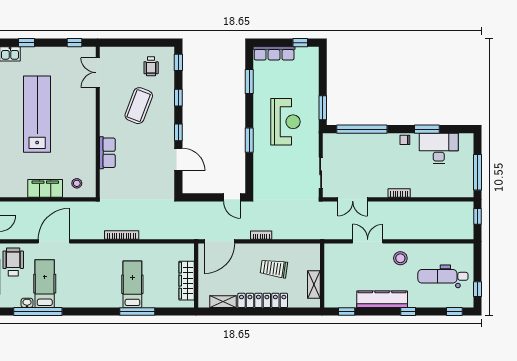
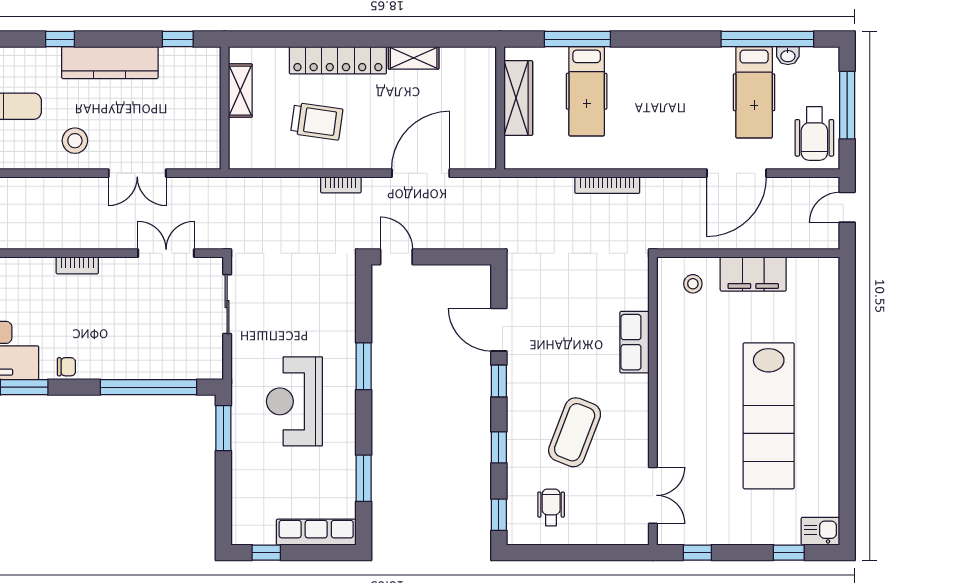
wall: (196, 275) -> (500, 108), moved
wardrobe: (187, 281) -> (518, 98), moved

